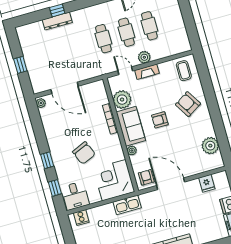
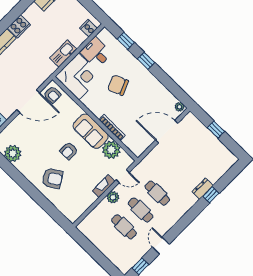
dresser: (57, 21) -> (203, 189), width x0.70
coffee table: (184, 71) -> (72, 205), removed
armchair: (160, 120) -> (69, 151), turned 180
plant: (132, 150) -> (78, 111), removed
desk: (75, 196) -> (96, 53), moved
kitchen sink: (127, 205) -> (63, 54), moved

